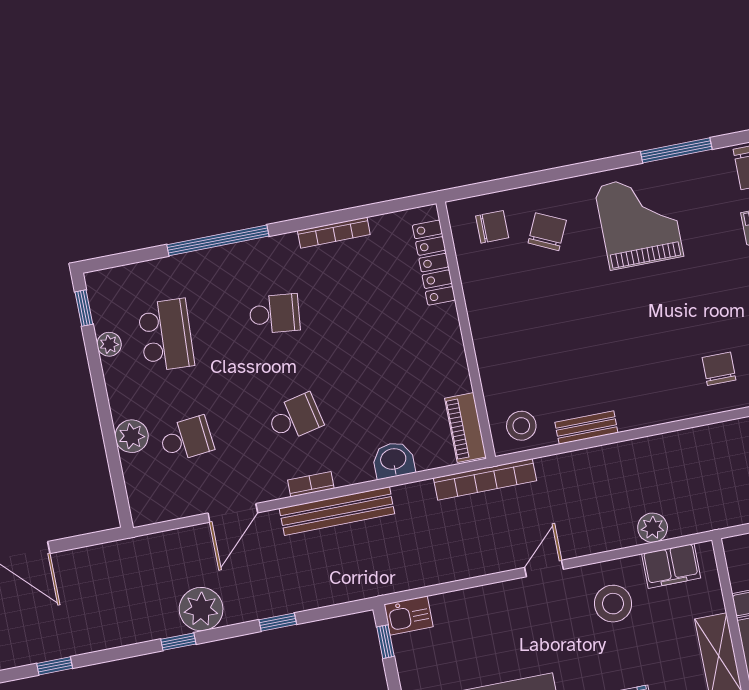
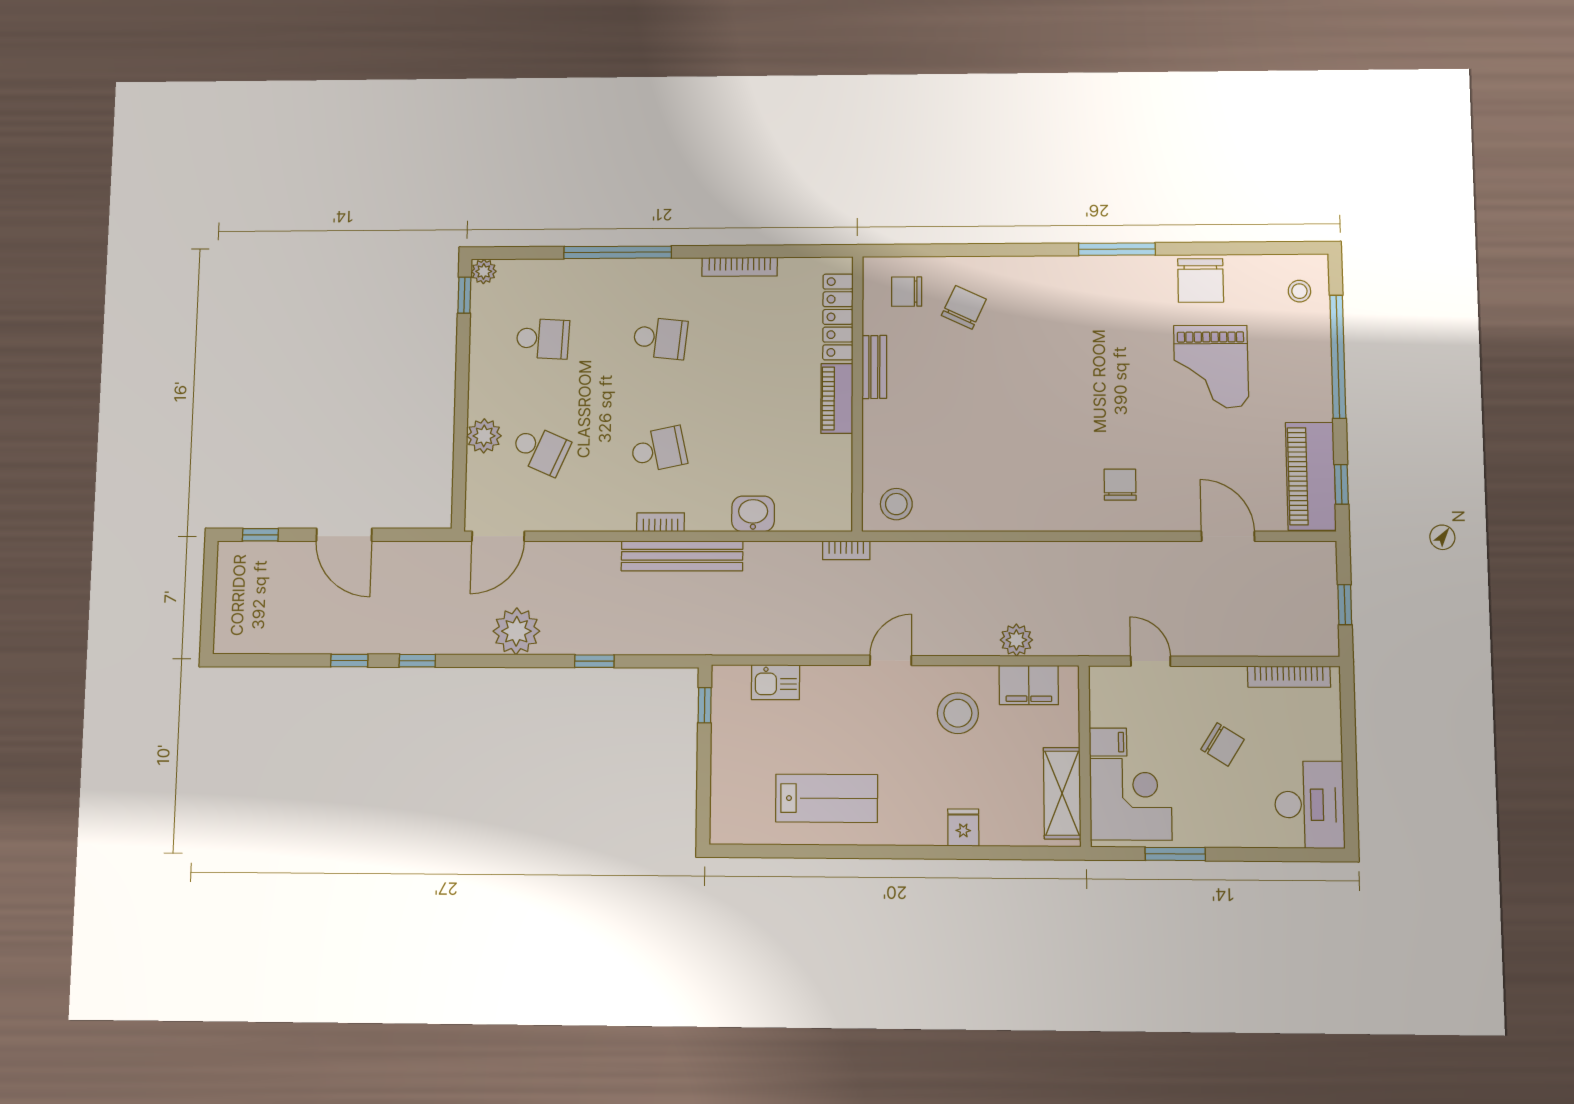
grand piano: (639, 221) -> (1063, 314), removed
chair: (492, 227) -> (907, 292), turned 180
school desk: (166, 335) -> (543, 339), width x0.54
plant: (109, 344) -> (484, 271), moved
piano: (465, 428) -> (837, 398), moved
bench: (586, 428) -> (874, 367), moved, turned 90
school desk: (186, 439) -> (540, 450), turned 30
bookcase: (485, 479) -> (846, 550), width x0.43, depth x0.76
door: (233, 513) -> (498, 536), moved
kitchen sink: (409, 616) -> (775, 682), moved
window: (178, 642) -> (417, 661), moved

